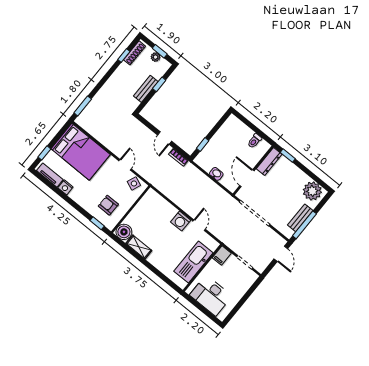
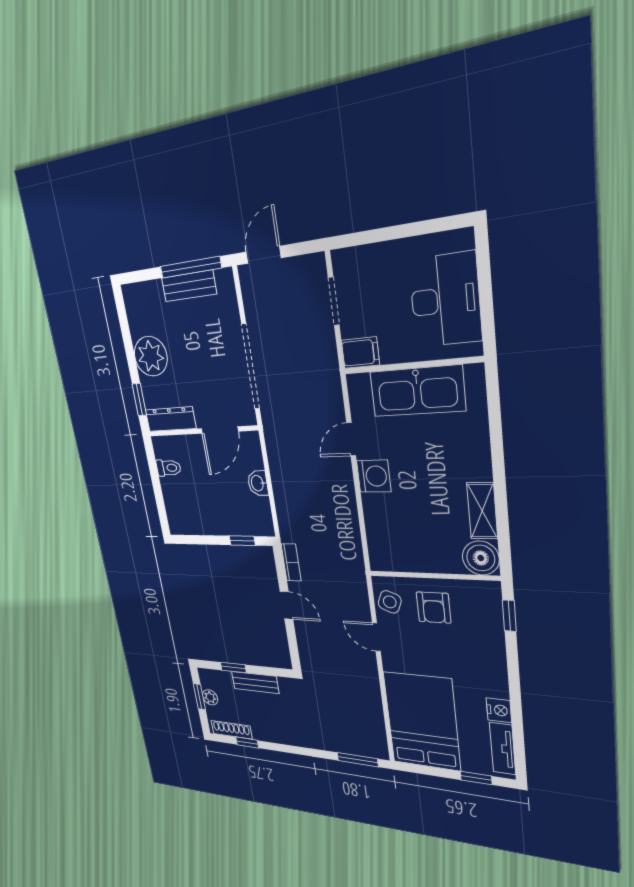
door: (165, 138) -> (286, 605), hinge flipped
door: (125, 165) -> (376, 637), hinge flipped
plant: (312, 191) -> (151, 356), moved
armchair: (108, 205) -> (434, 608), moved

